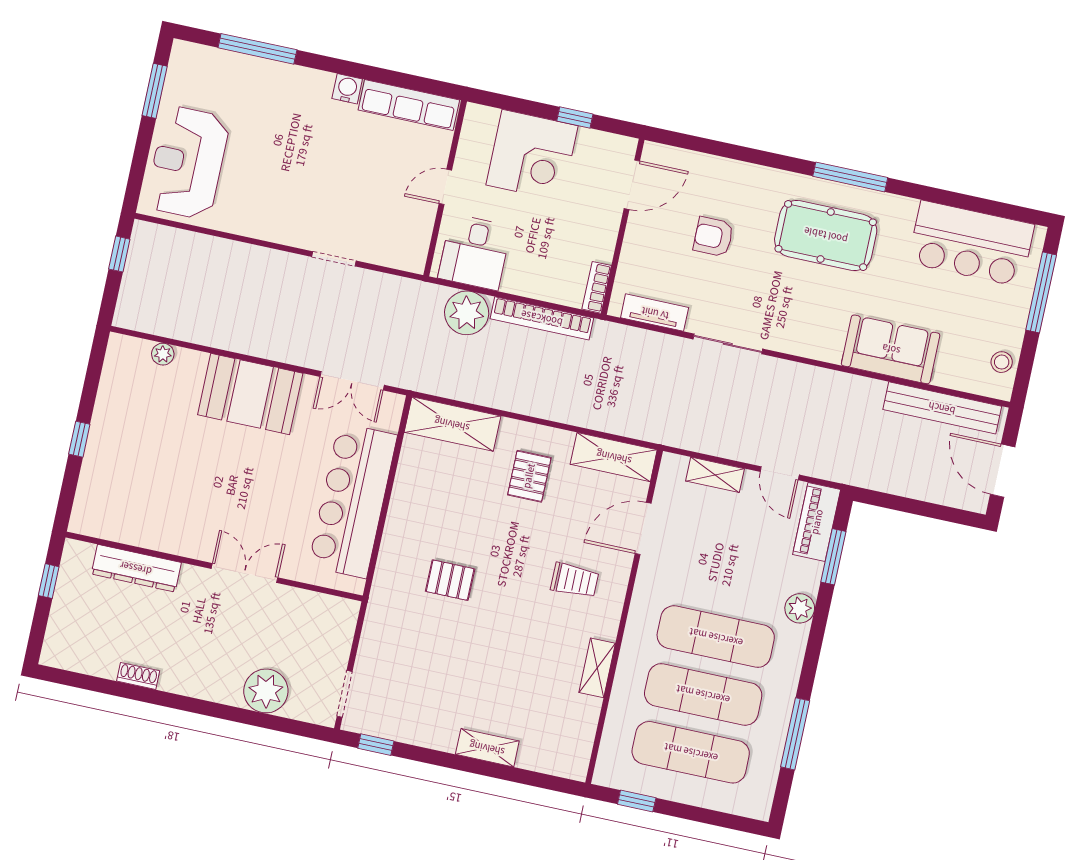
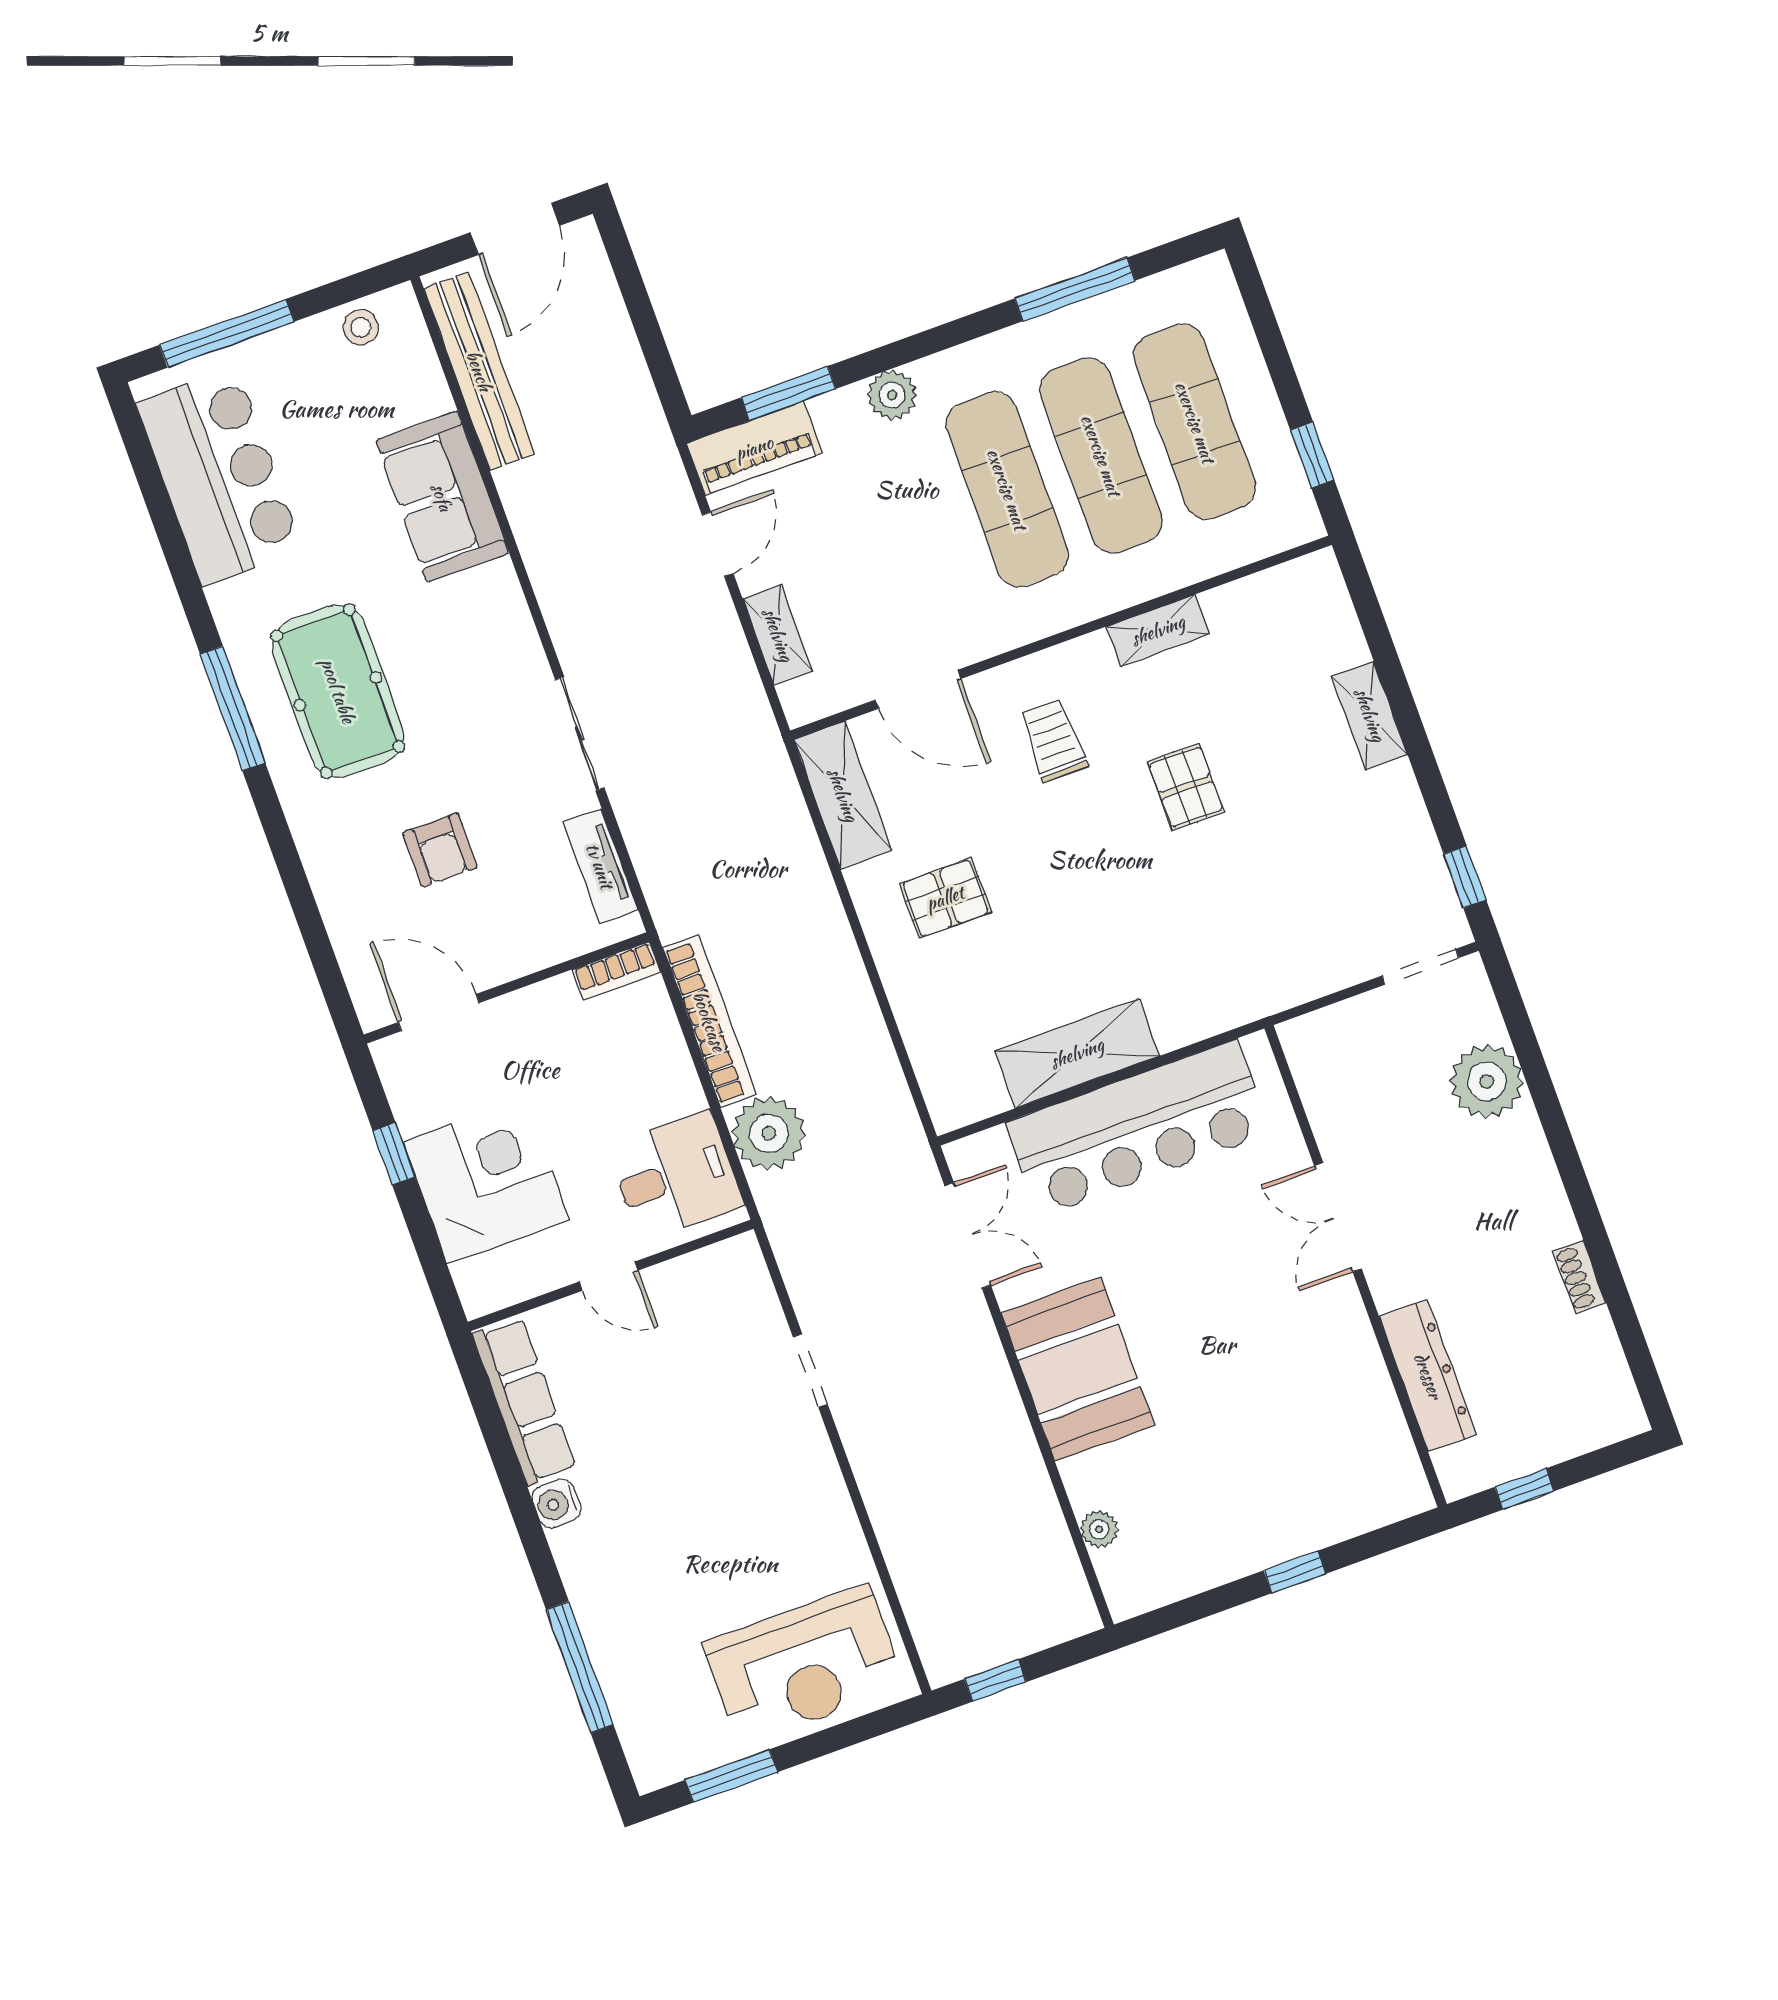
shelving: (452, 424) -> (1077, 1053), moved, turned 90
pallet: (450, 580) -> (1186, 787), moved

